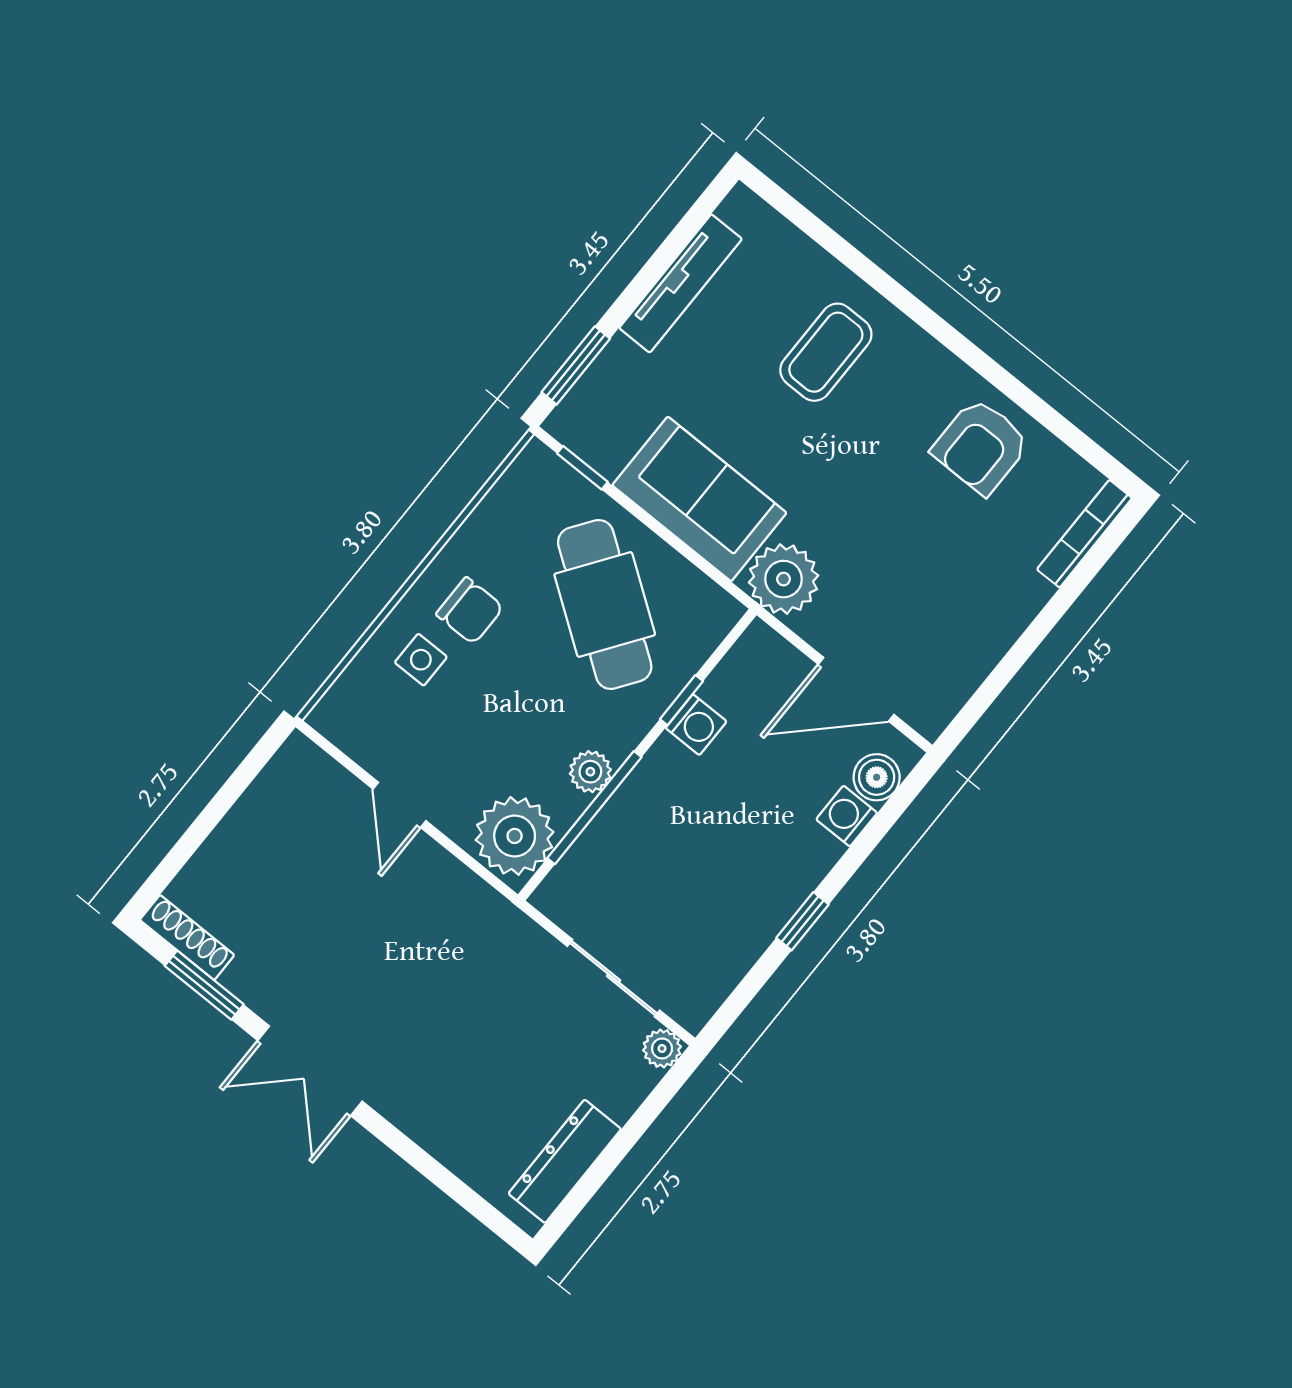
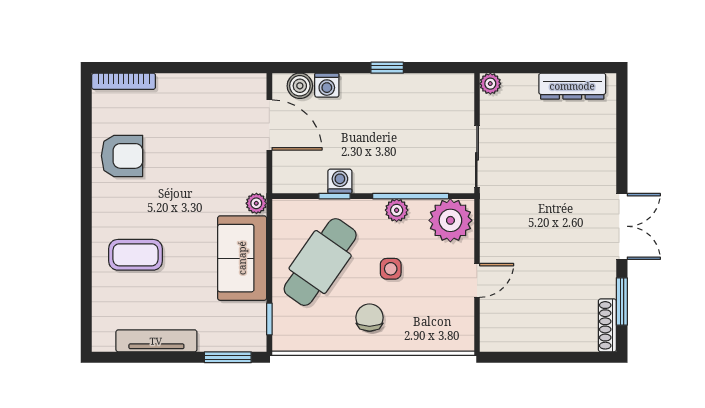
plant: (784, 579) -> (256, 203), width x0.53, depth x0.53
side table: (421, 660) -> (391, 269), moved
sliding door: (613, 978) -> (477, 156), moved

